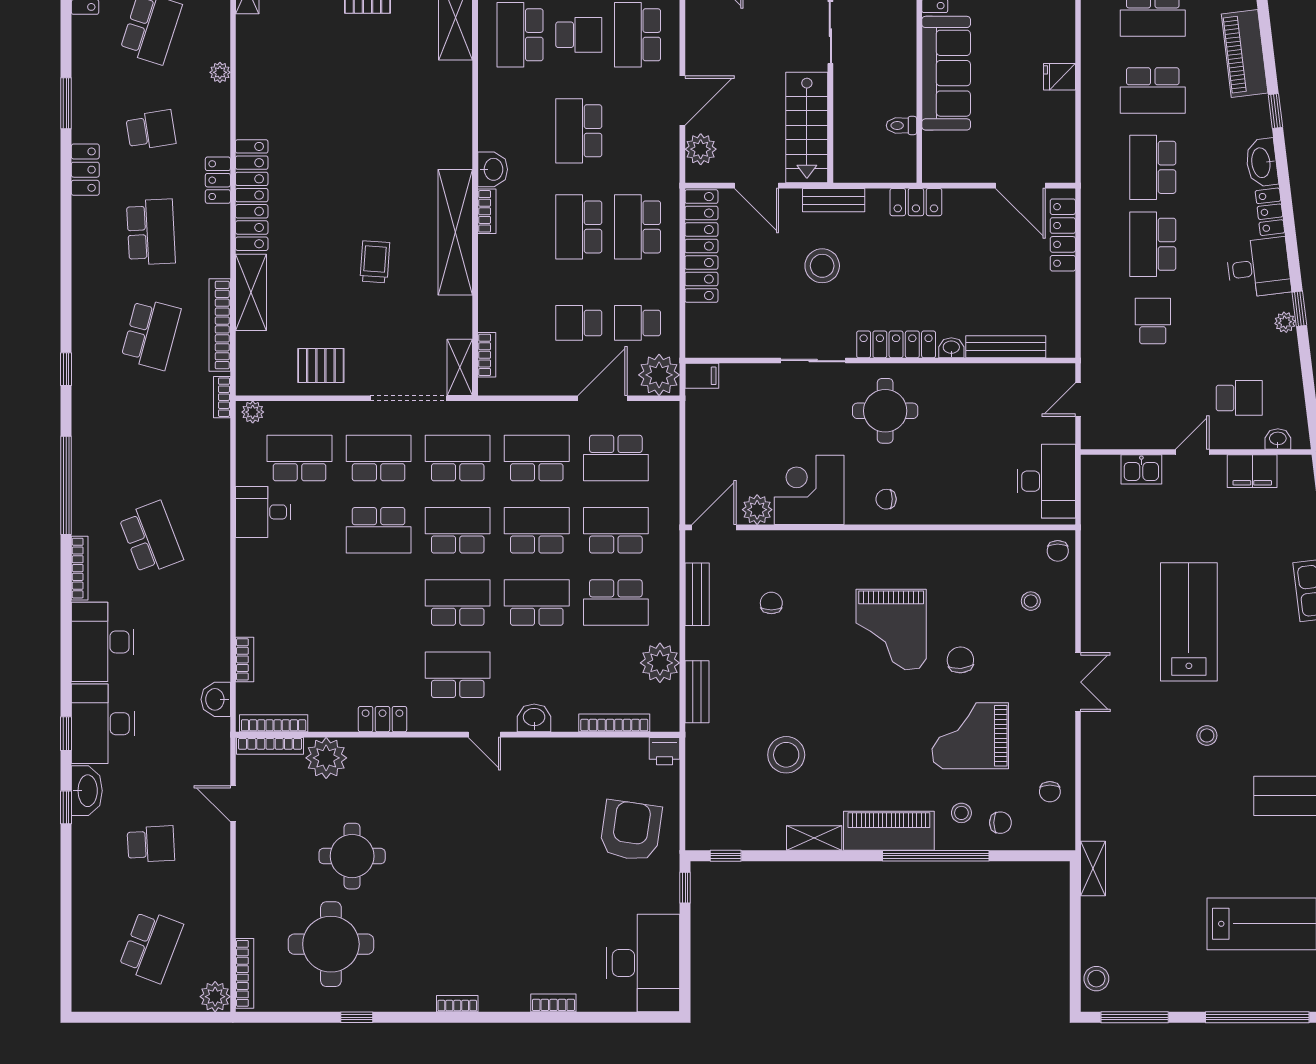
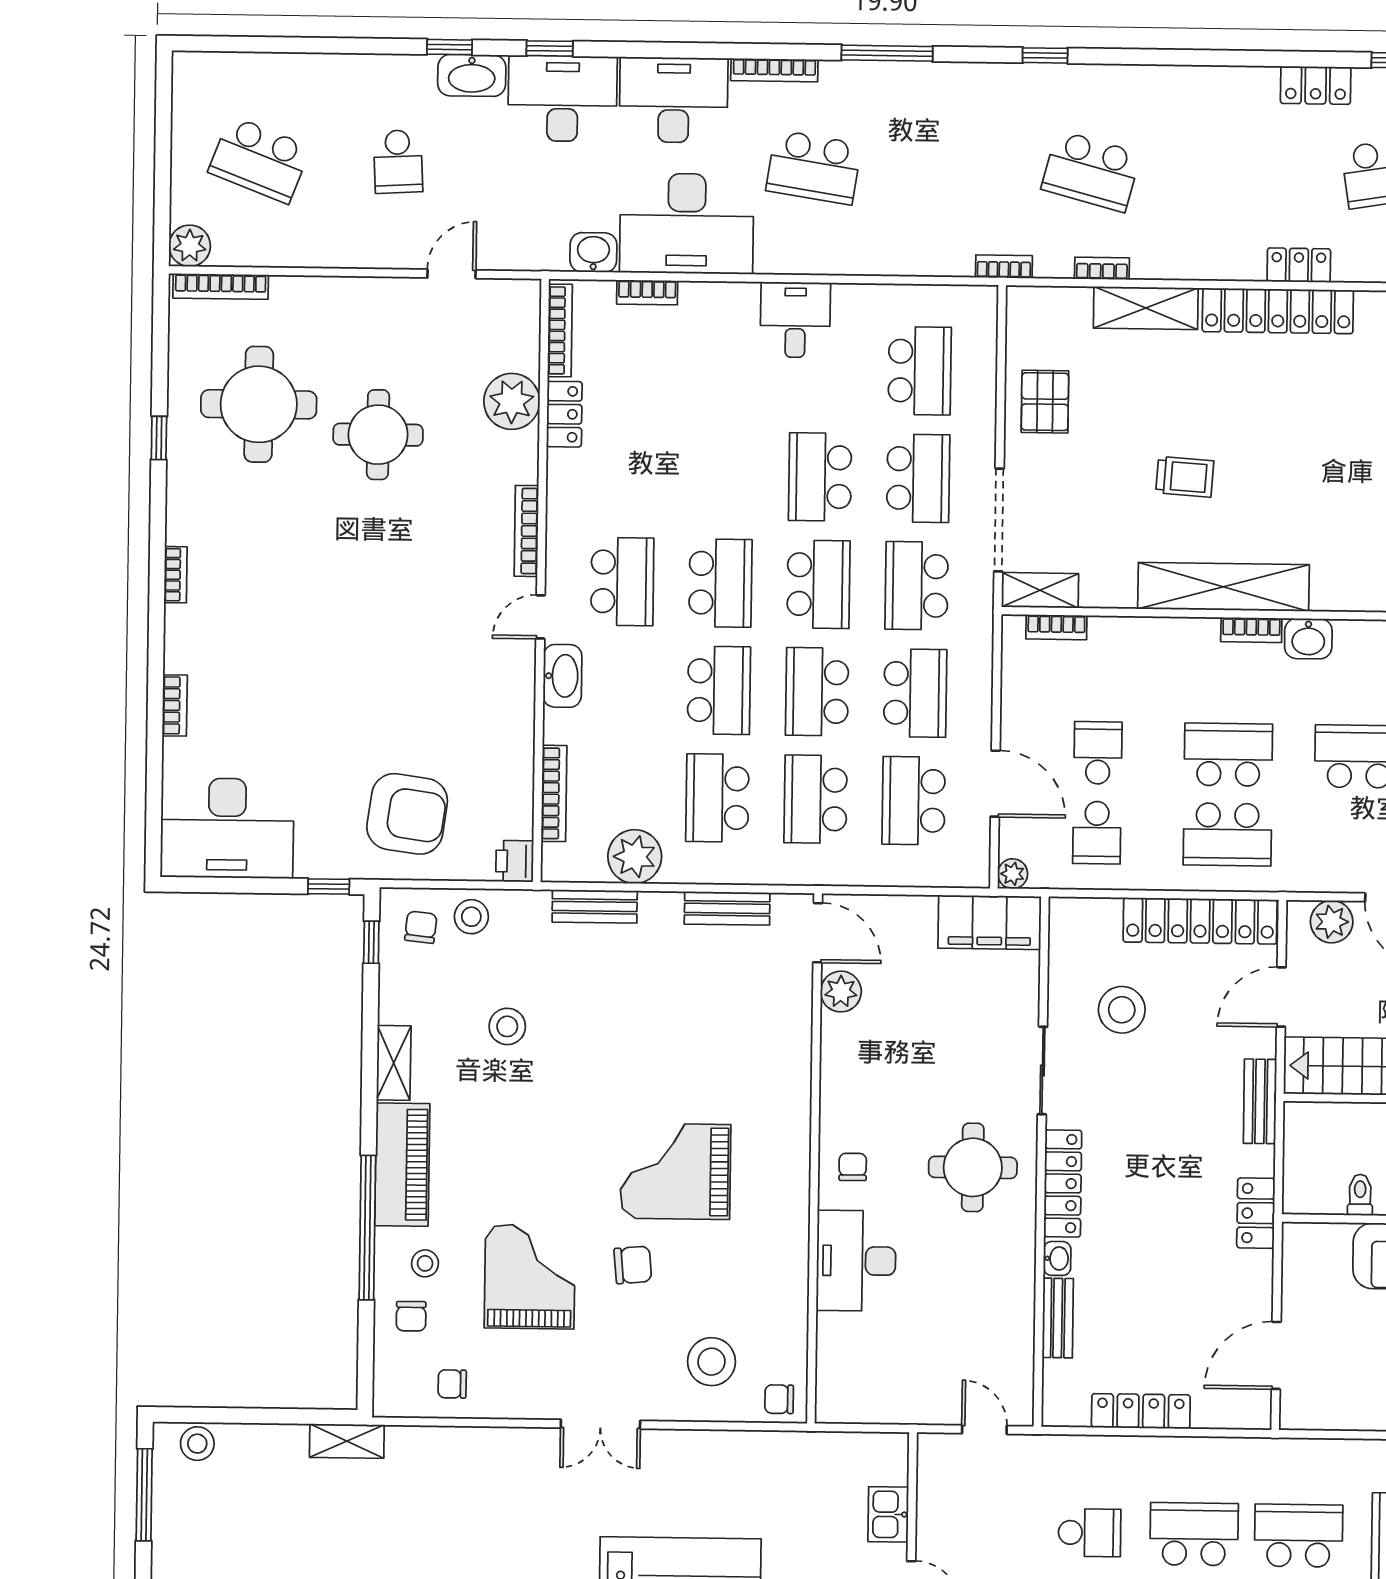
school desk: (638, 227) -> (1227, 834), turned 180
school desk: (151, 232) -> (1230, 173), removed
locker: (1063, 235) -> (1141, 1411), moved
stool: (822, 266) -> (1122, 1010), moved
school desk: (638, 323) -> (1097, 833), turned 180
bookcase: (220, 325) -> (1102, 268), width x0.43, depth x0.76
bench: (1006, 347) -> (1058, 1318), width x0.73
plant: (659, 375) -> (1013, 874), width x0.53, depth x0.53
filing cabinet: (702, 376) -> (990, 922), width x3.00, depth x1.17
plant: (253, 412) -> (983, 308), removed
school desk: (458, 458) -> (917, 586), turned 180
desk: (1046, 481) -> (856, 1261), moved, turned 90
window: (66, 485) -> (887, 53), width x0.68
corner desk: (809, 490) -> (867, 1063), removed
desk: (263, 512) -> (795, 320), moved
school desk: (537, 530) -> (817, 692), turned 180
school desk: (616, 530) -> (816, 799), turned 180
school desk: (151, 538) -> (814, 167), turned 30
stool: (1031, 601) -> (712, 1362), width x1.89, depth x1.89
chair: (771, 603) -> (421, 927), moved, turned -84
desk: (194, 631) -> (687, 224), added
washbasin: (534, 718) -> (562, 676), width x1.38
locker: (382, 719) -> (564, 414), moved
bookcase: (270, 746) -> (526, 531), moved
stool: (786, 755) -> (507, 1026), width x0.73, depth x0.73
stool: (706, 782) -> (471, 917), added

